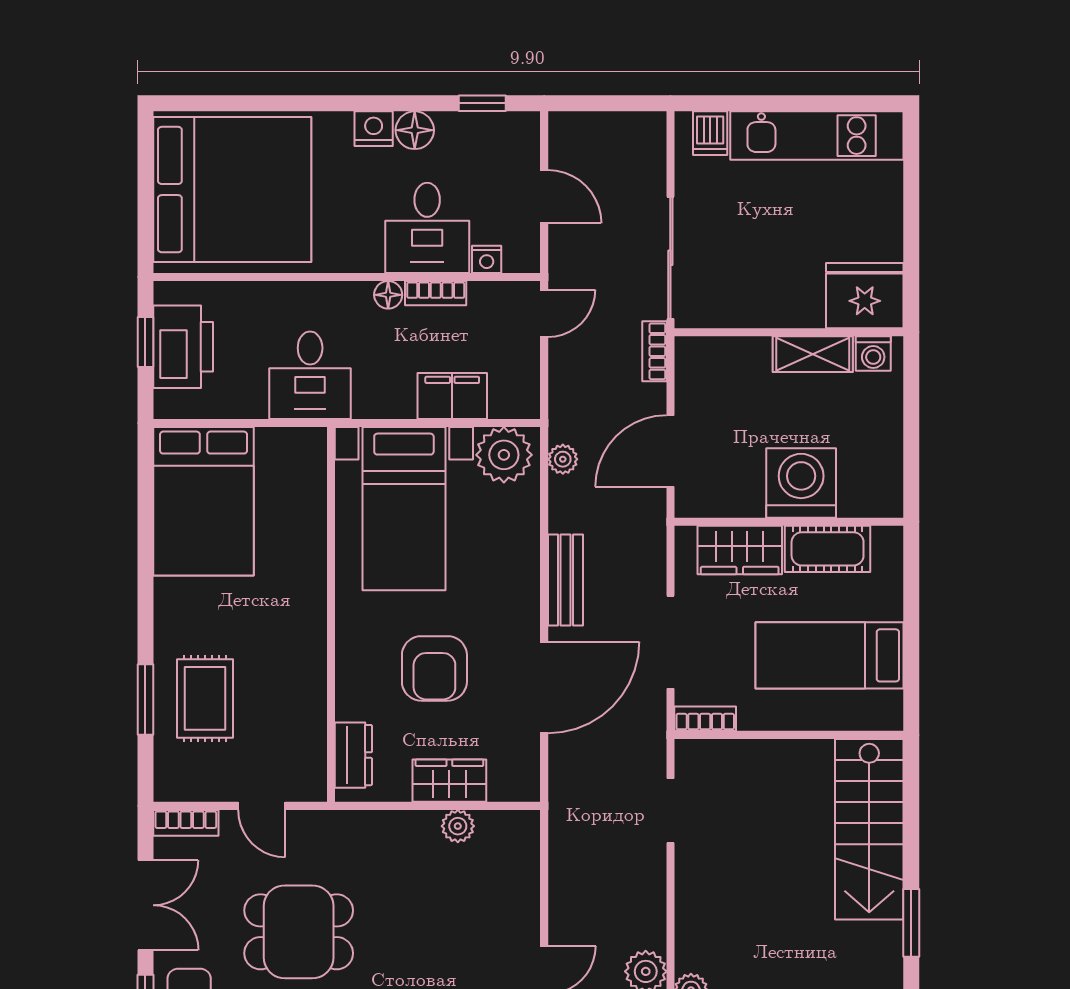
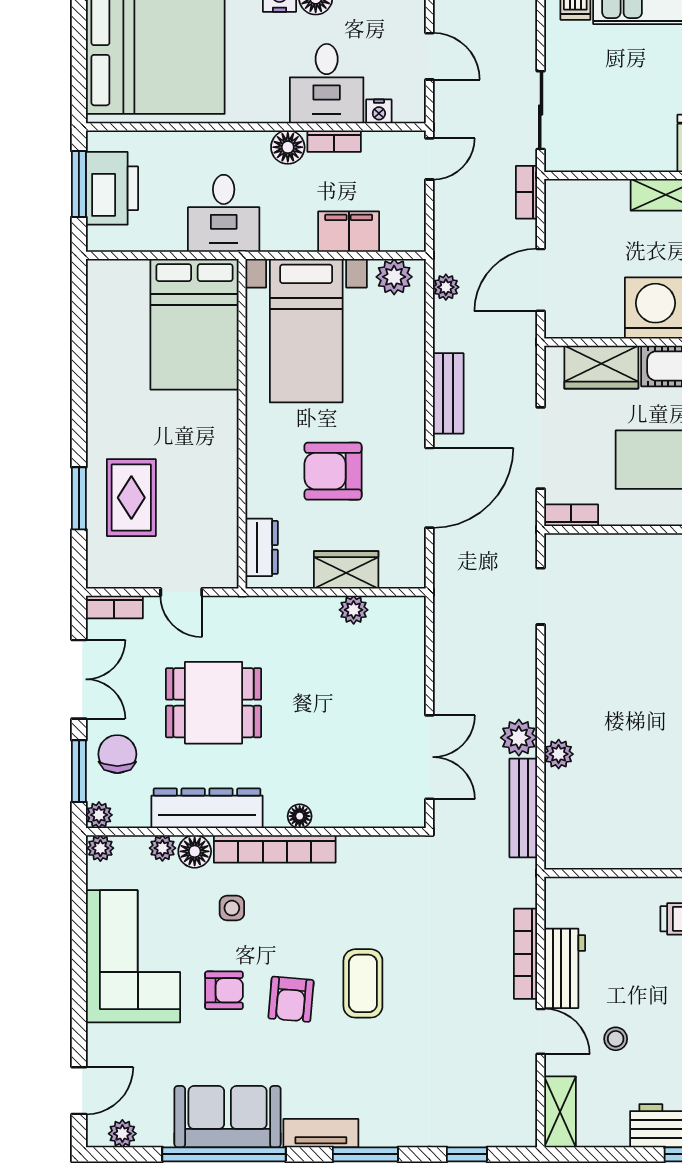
sliding door: (670, 258) -> (541, 110), width x0.73
floor lamp: (388, 295) -> (288, 147), width x1.37, depth x1.37
window: (145, 342) -> (79, 184), width x1.50
plant: (504, 455) -> (394, 277), width x0.73, depth x0.73
bed: (204, 501) -> (194, 324), moved
armchair: (434, 668) -> (333, 471), turned 90

